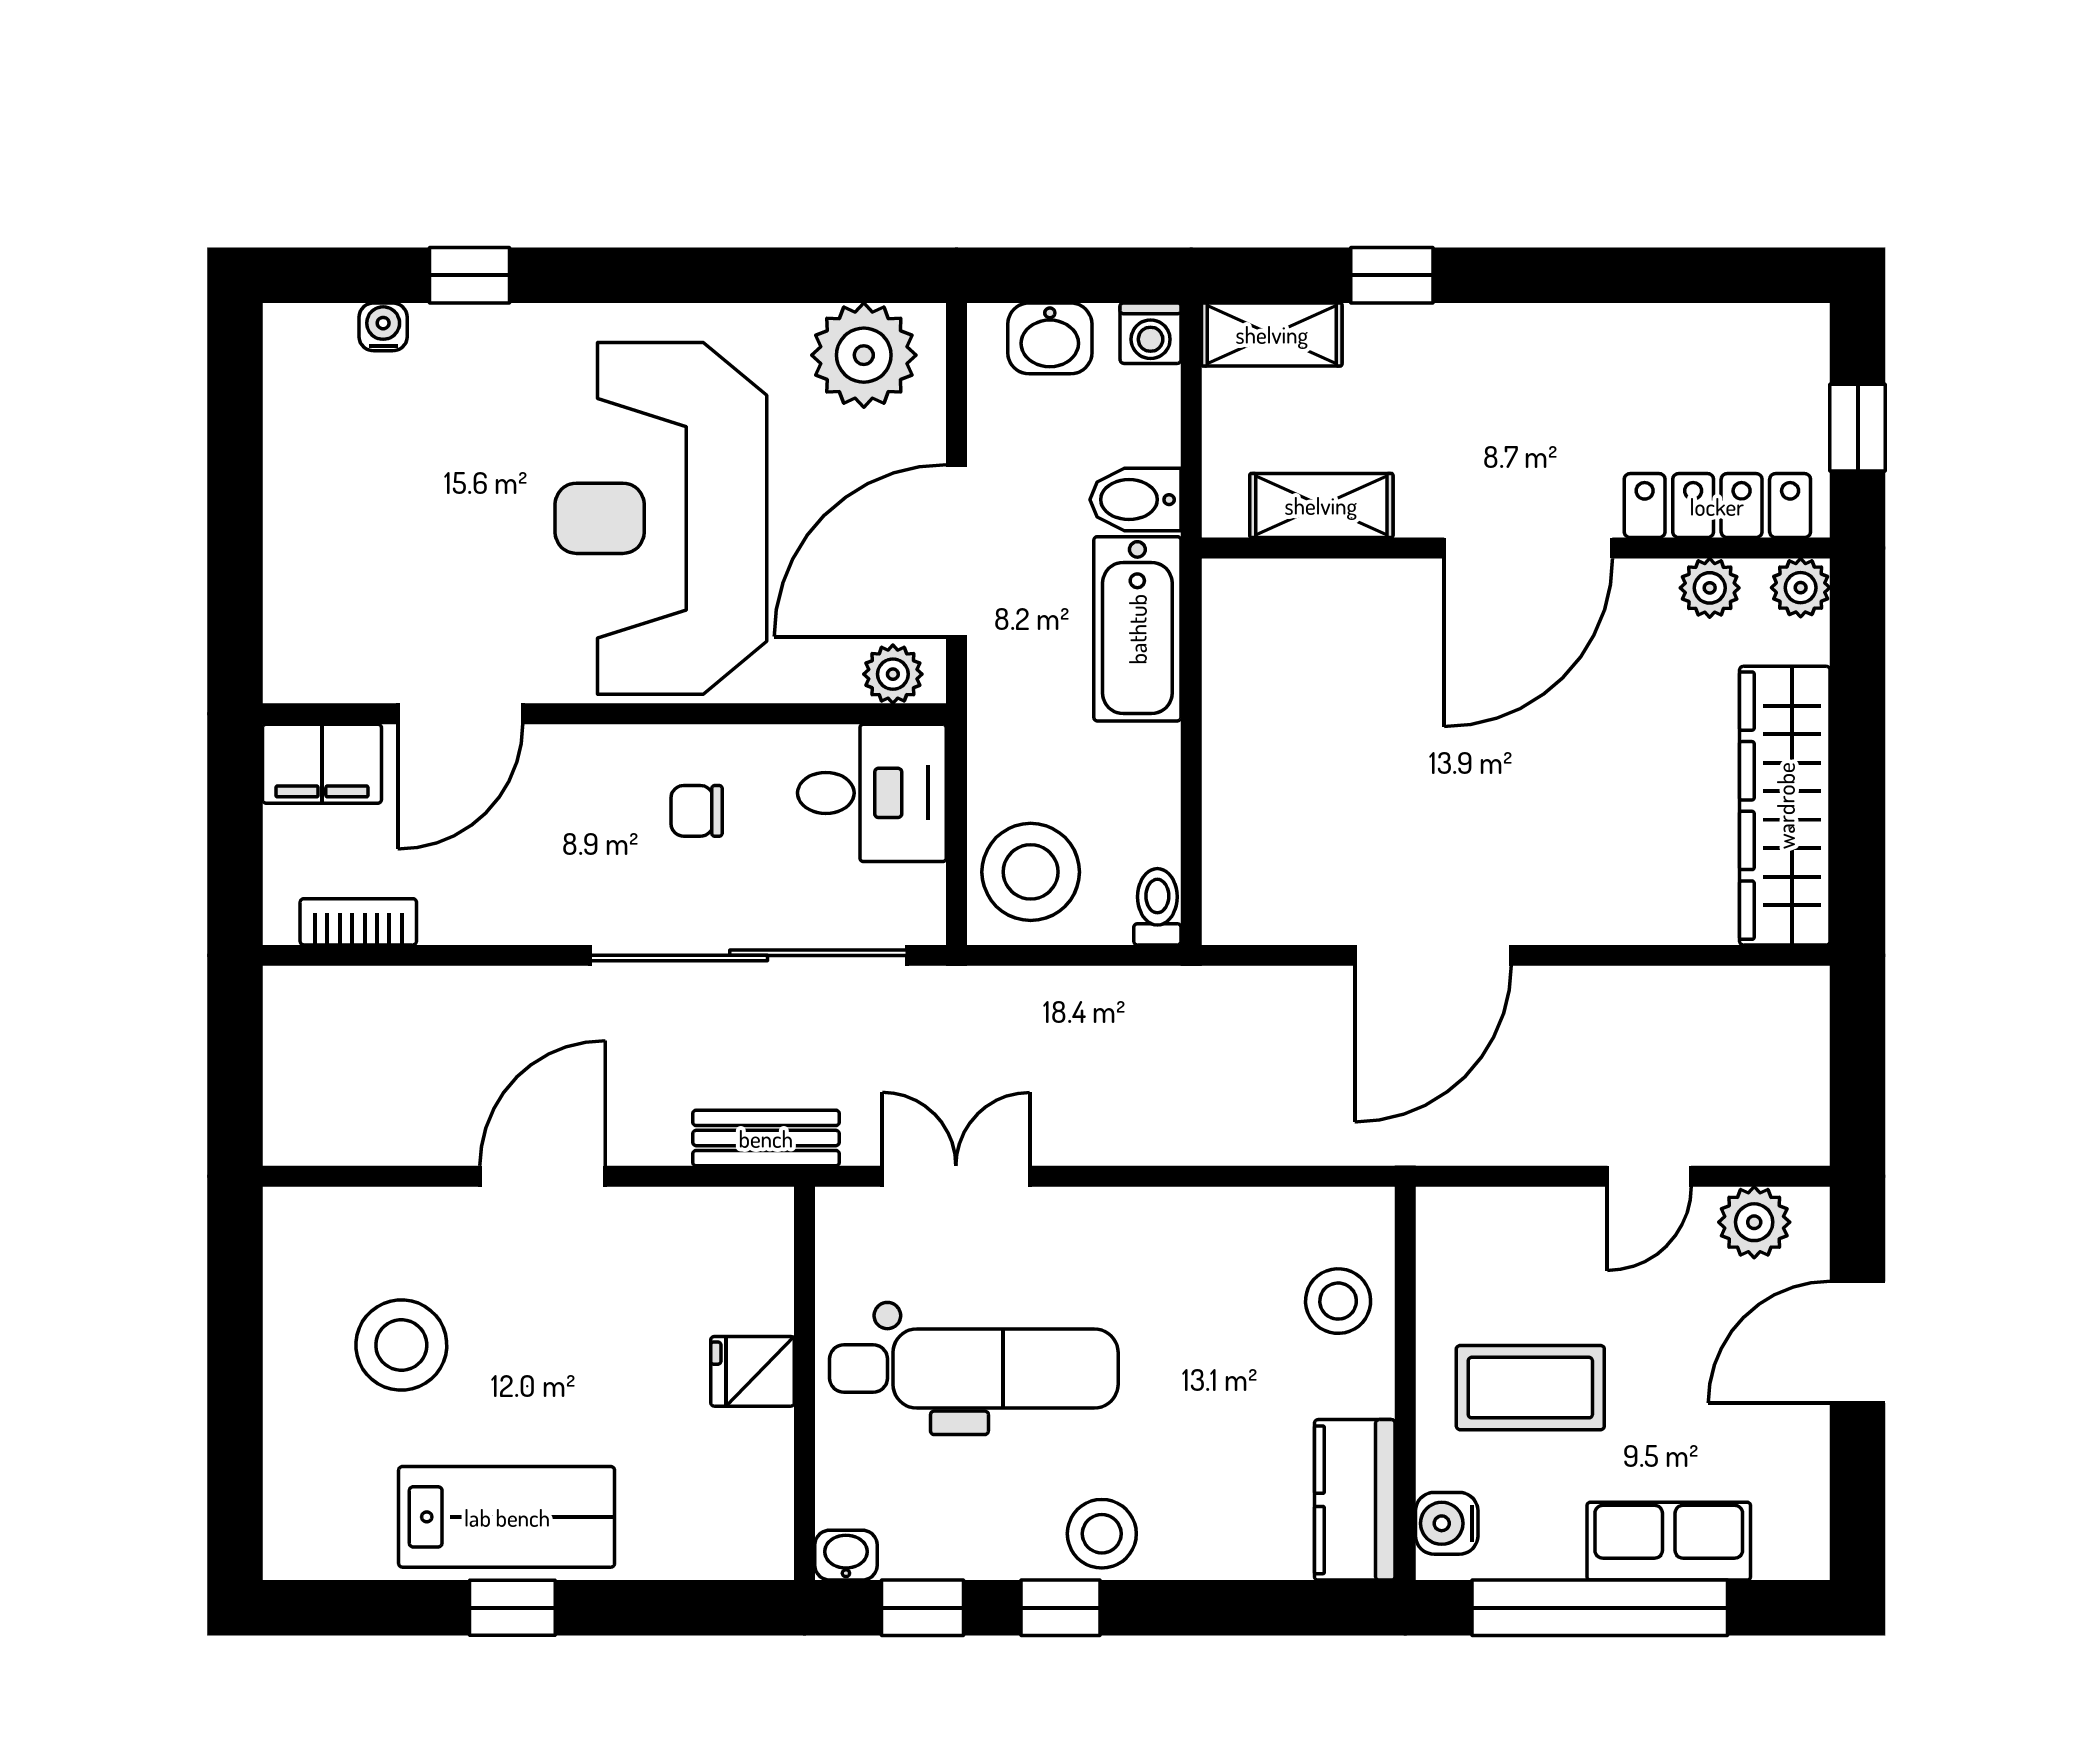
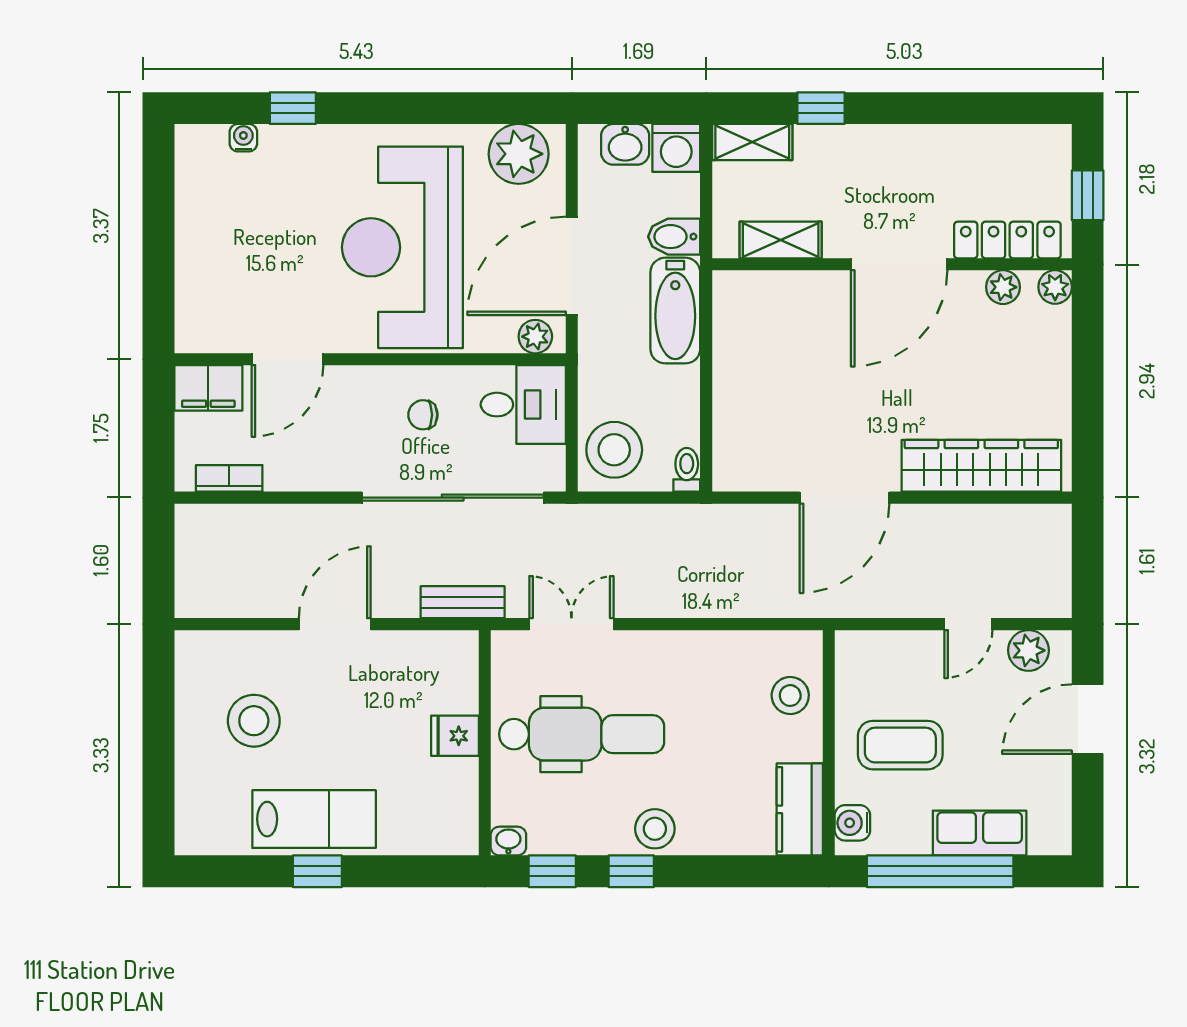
washing machine: (1151, 333) -> (676, 148), width x1.38, depth x1.38
wardrobe: (1785, 806) -> (981, 466), moved, turned 90

